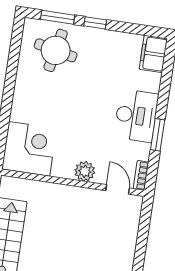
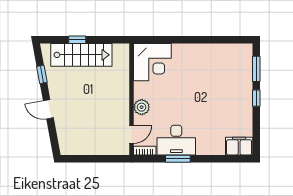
round table: (56, 50) -> (231, 71), removed
desk: (136, 116) -> (176, 140), moved

